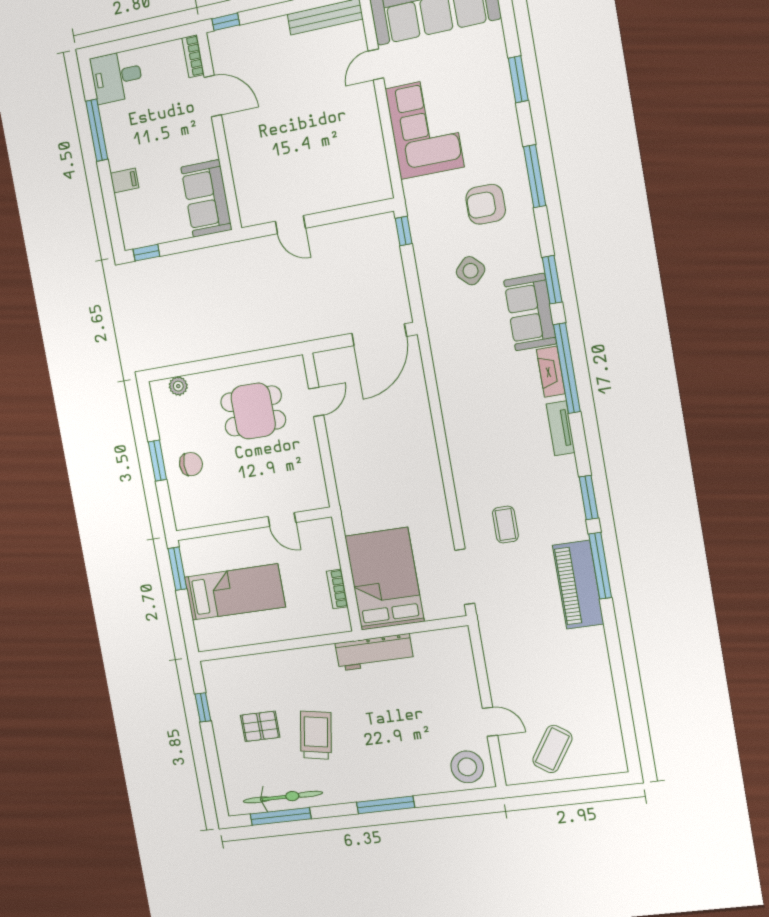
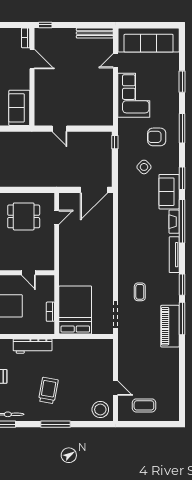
tv unit: (561, 428) -> (174, 255), width x1.41
workbench: (374, 652) -> (33, 346), moved
trolley: (316, 735) -> (48, 390), moved
coffee table: (552, 749) -> (144, 405), turned 56

